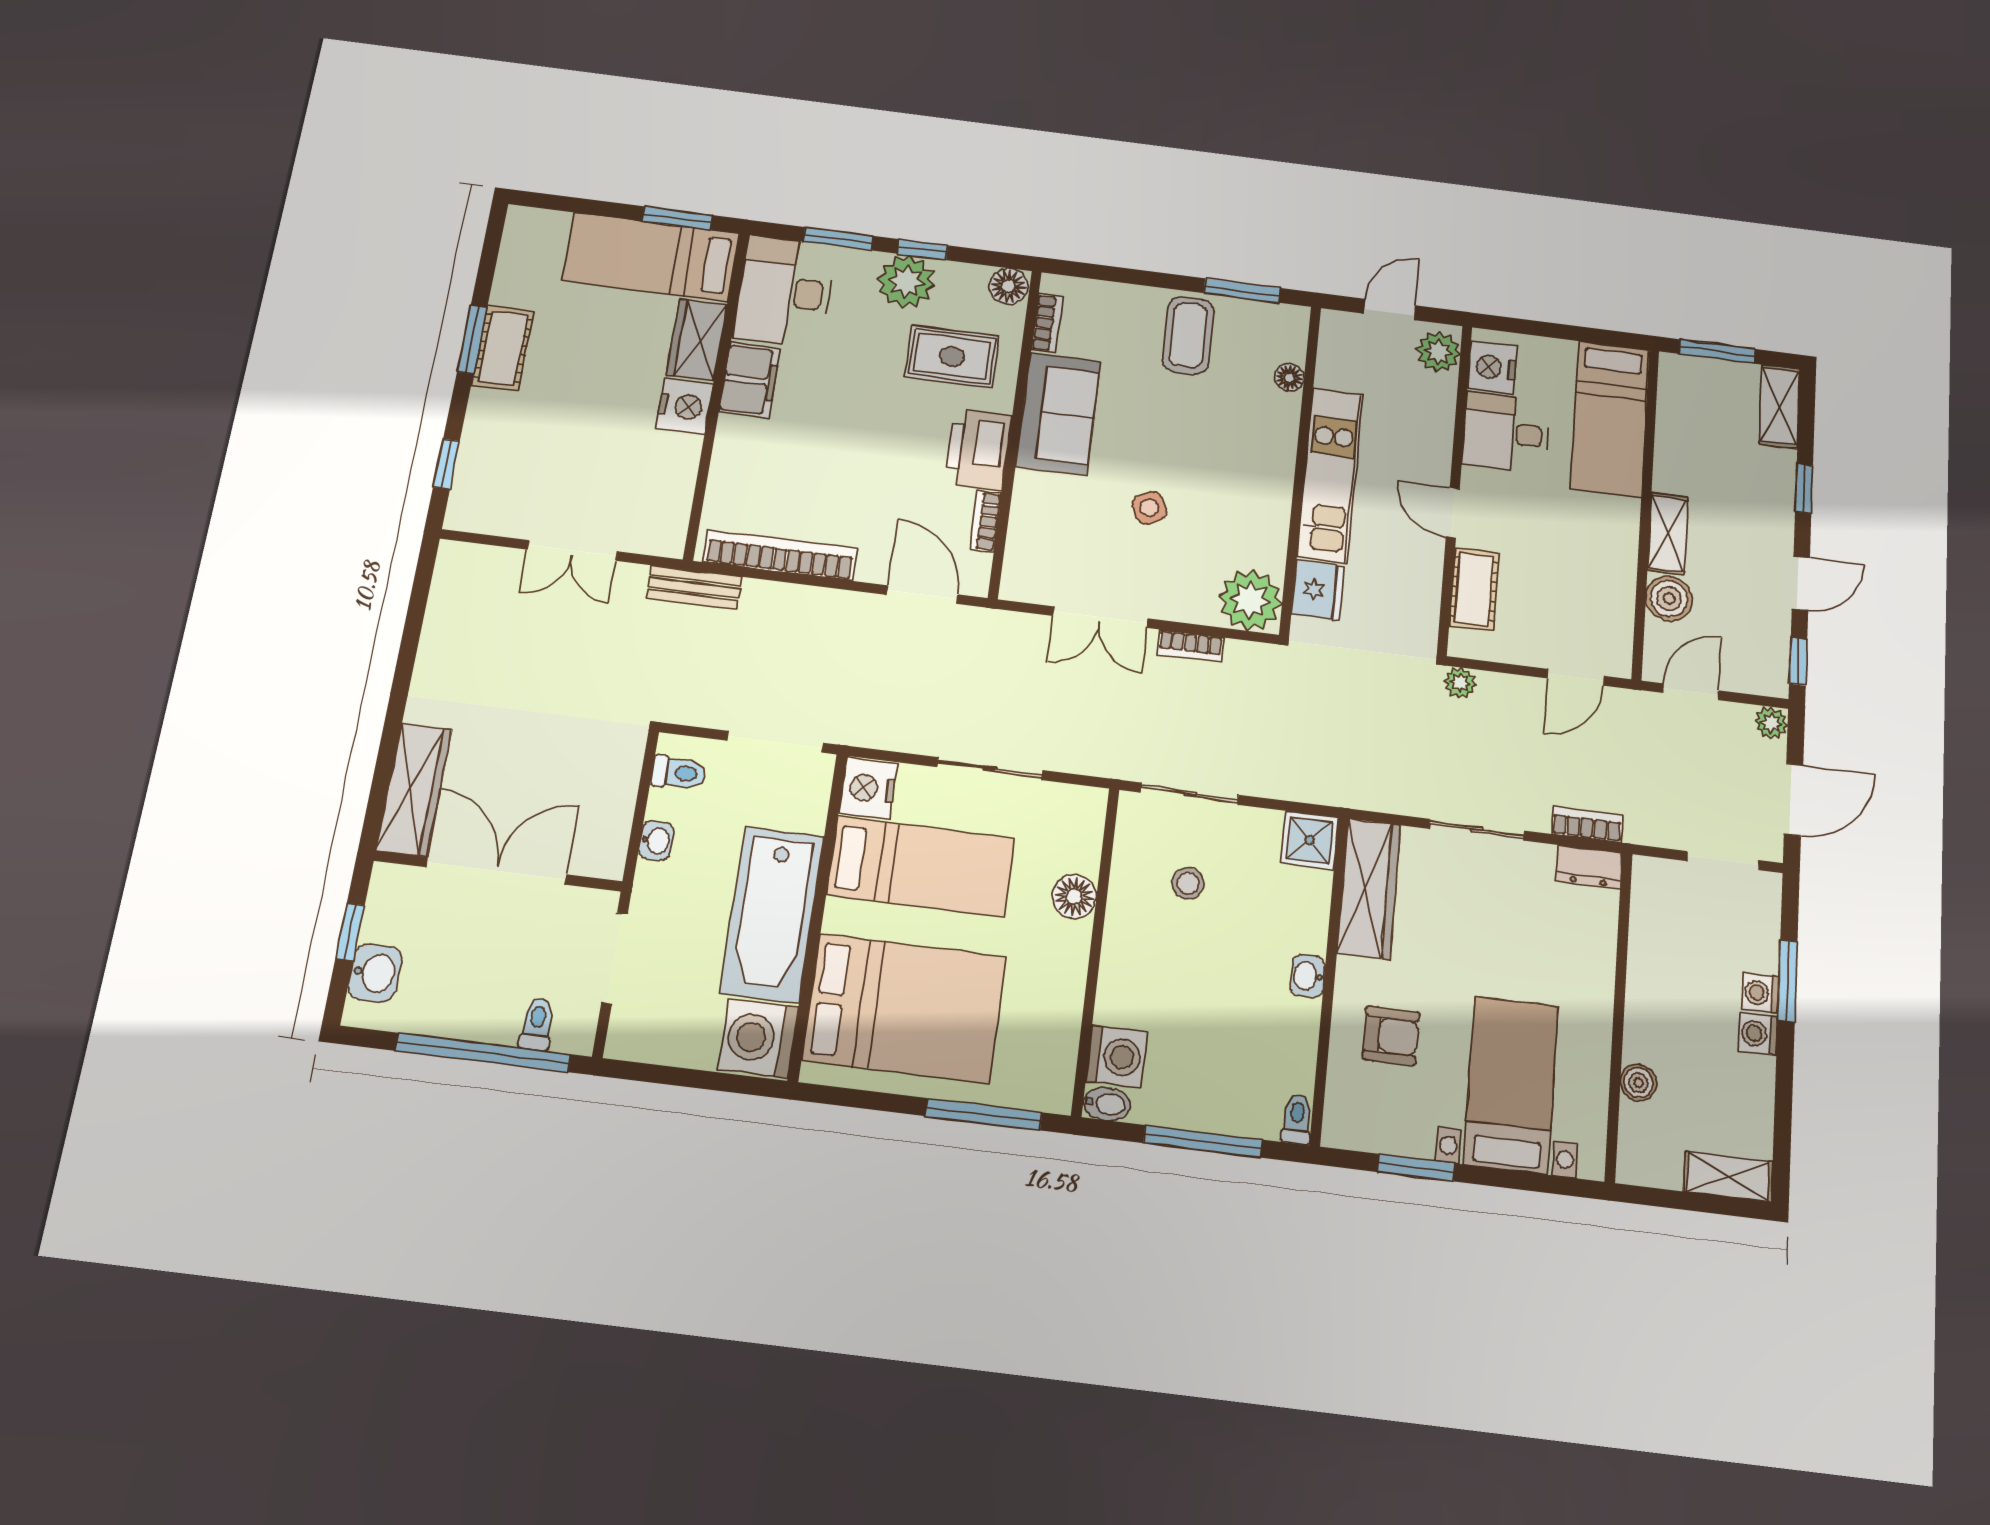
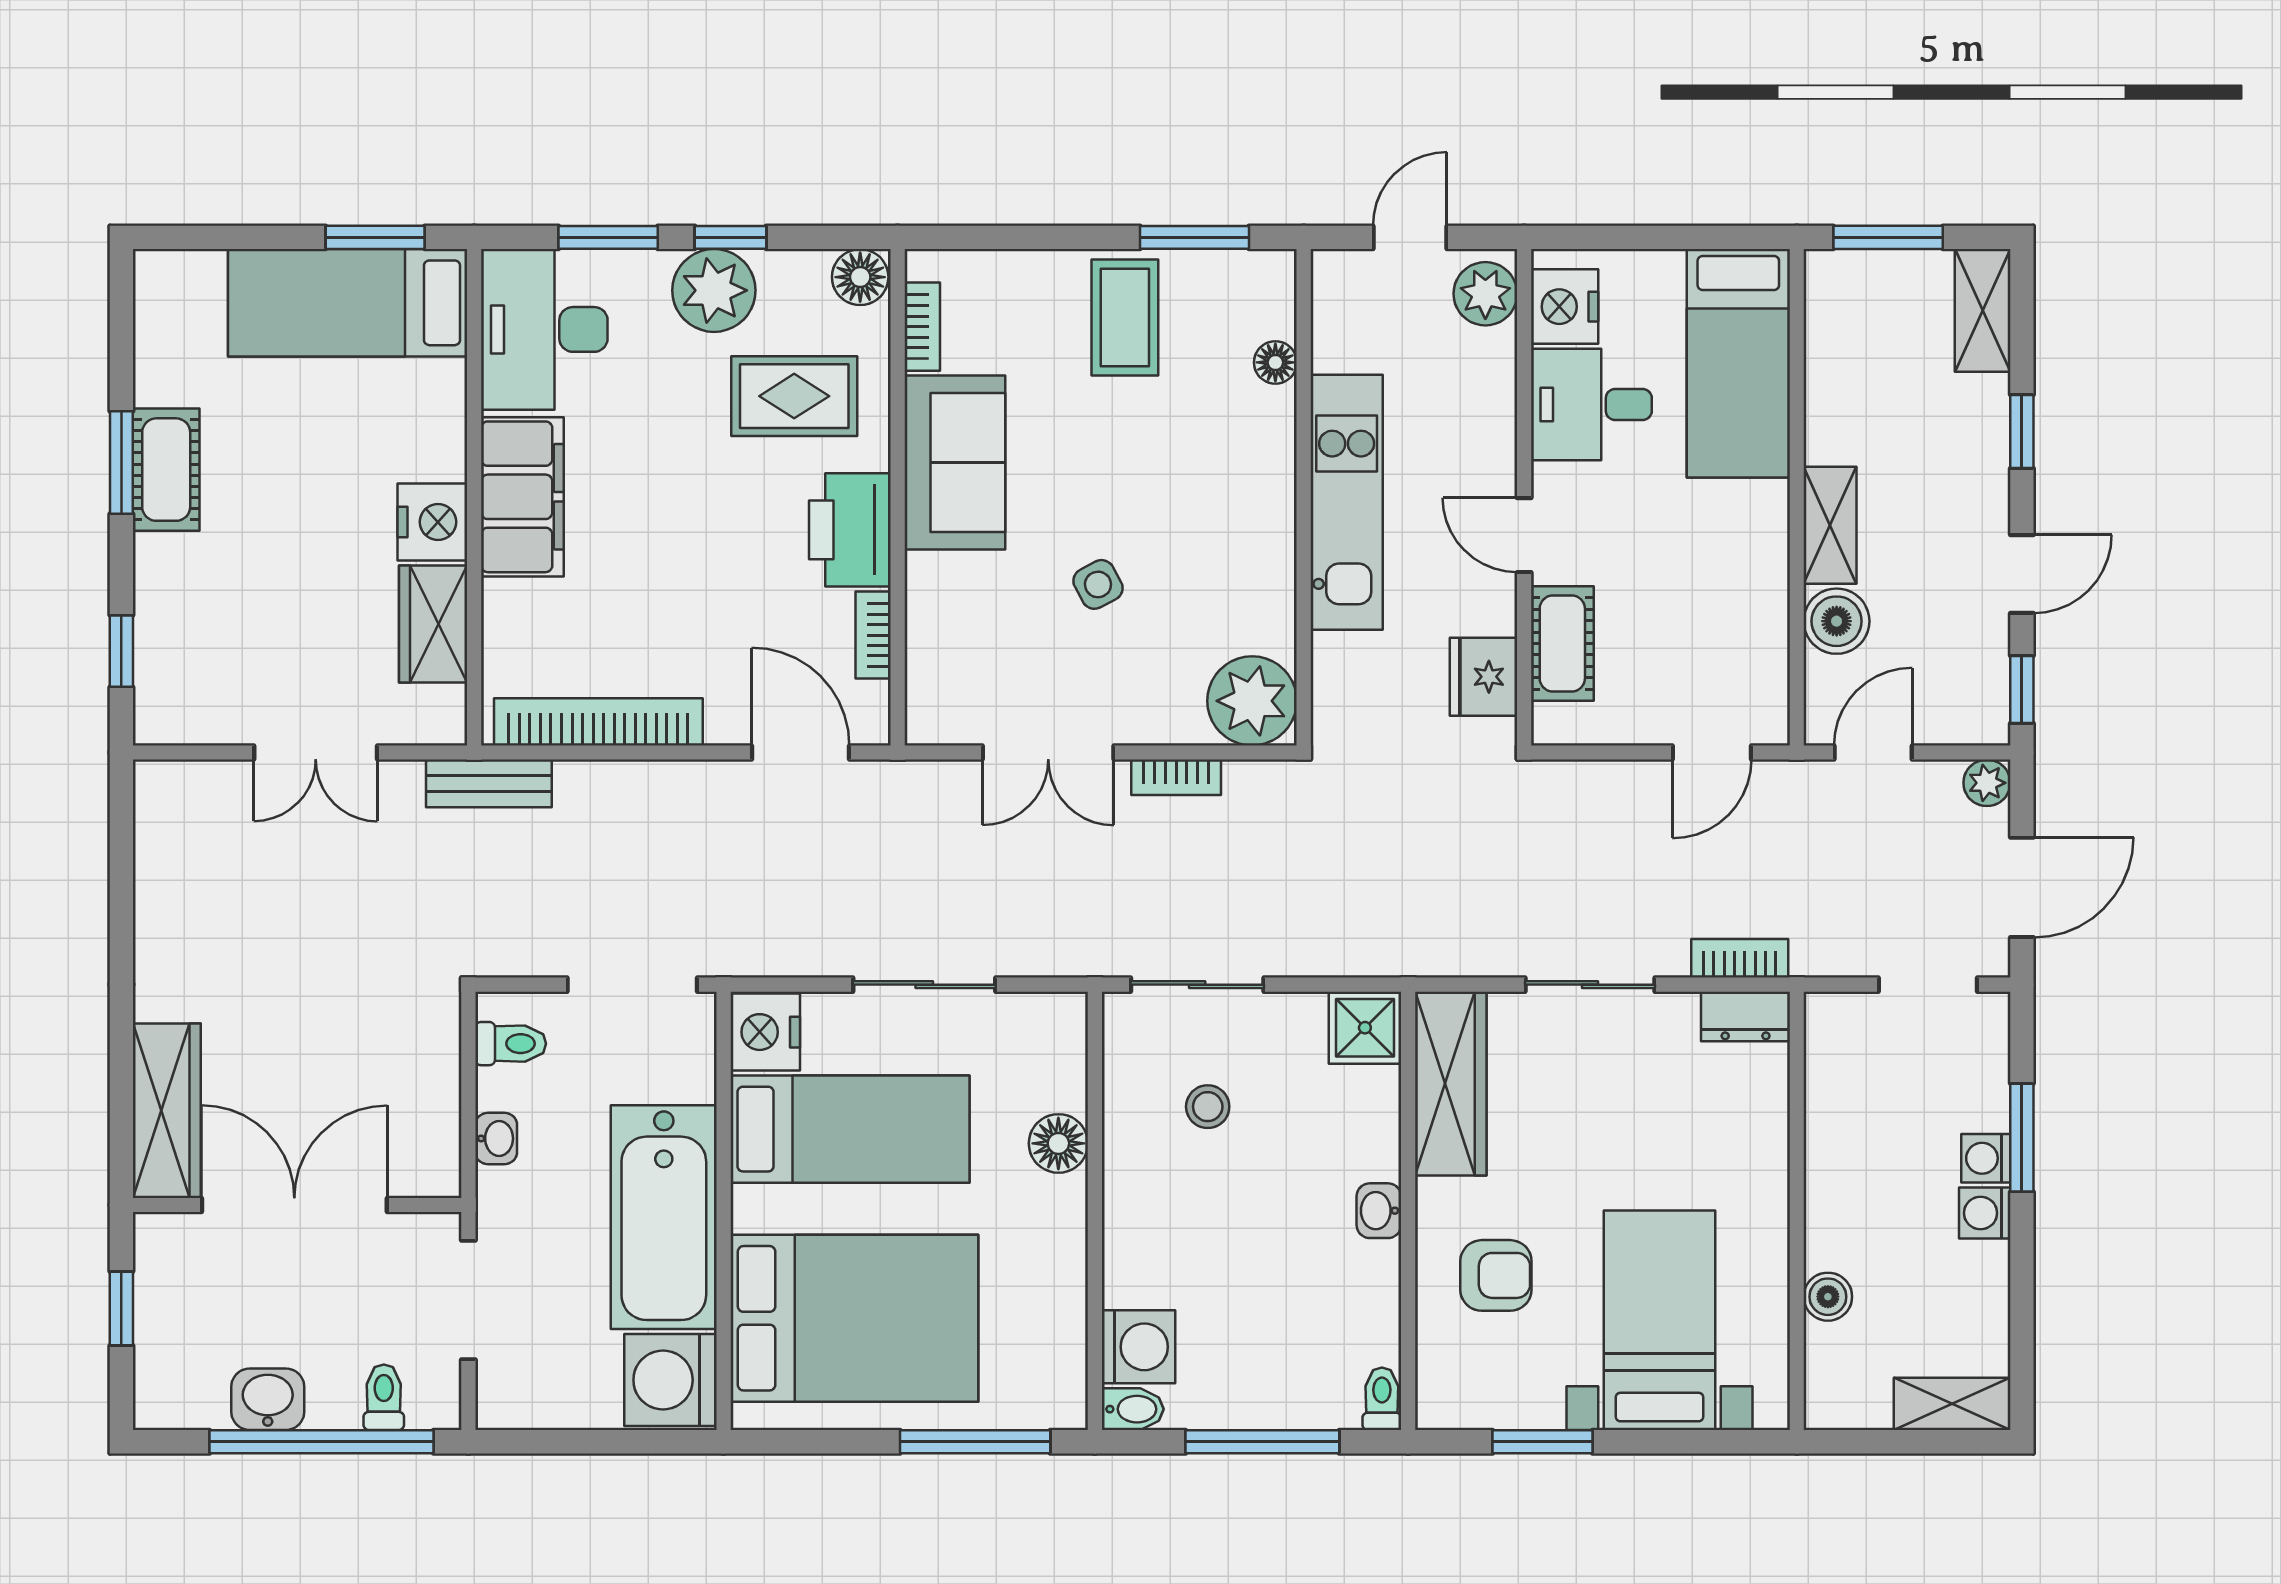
wardrobe: (697, 340) -> (433, 624), moved
filing cabinet: (750, 380) -> (522, 497), width x1.50, depth x1.17
fridge: (1318, 590) -> (1483, 677), moved, turned 180
plant: (1460, 683) -> (1552, 782), removed
washbasin: (375, 973) -> (268, 1399), moved, turned -90

